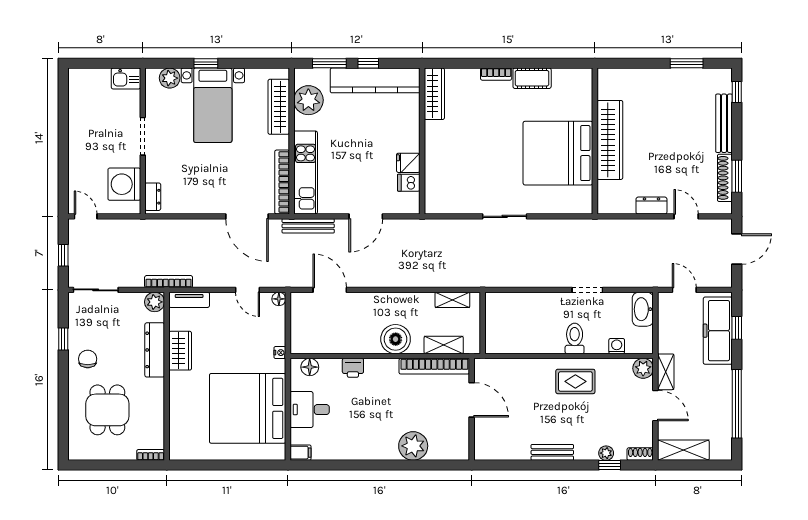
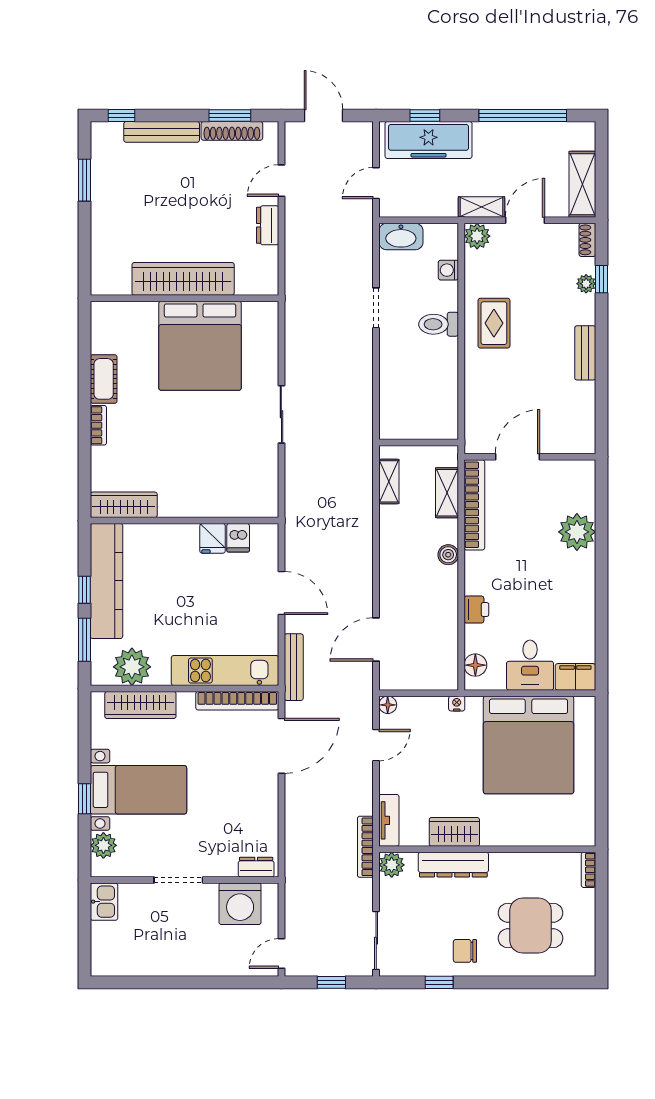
boiler: (396, 339) -> (448, 555), width x0.54, depth x0.54
filing cabinet: (301, 453) -> (575, 677), width x2.00

